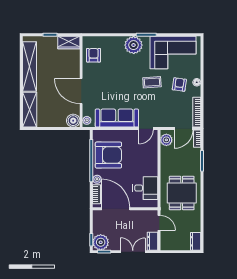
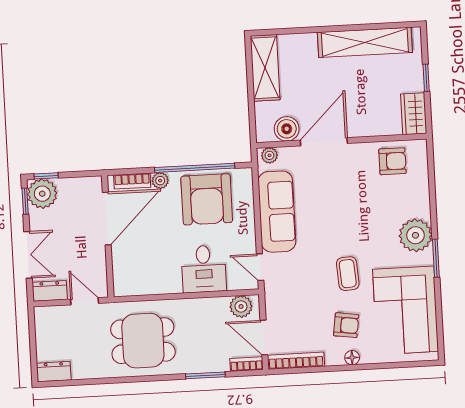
shelving: (30, 110) -> (265, 68), moved, turned 90
boiler: (73, 121) -> (287, 129), moved
desk: (145, 188) -> (204, 269), moved
door: (159, 223) -> (85, 301), swing flipped

